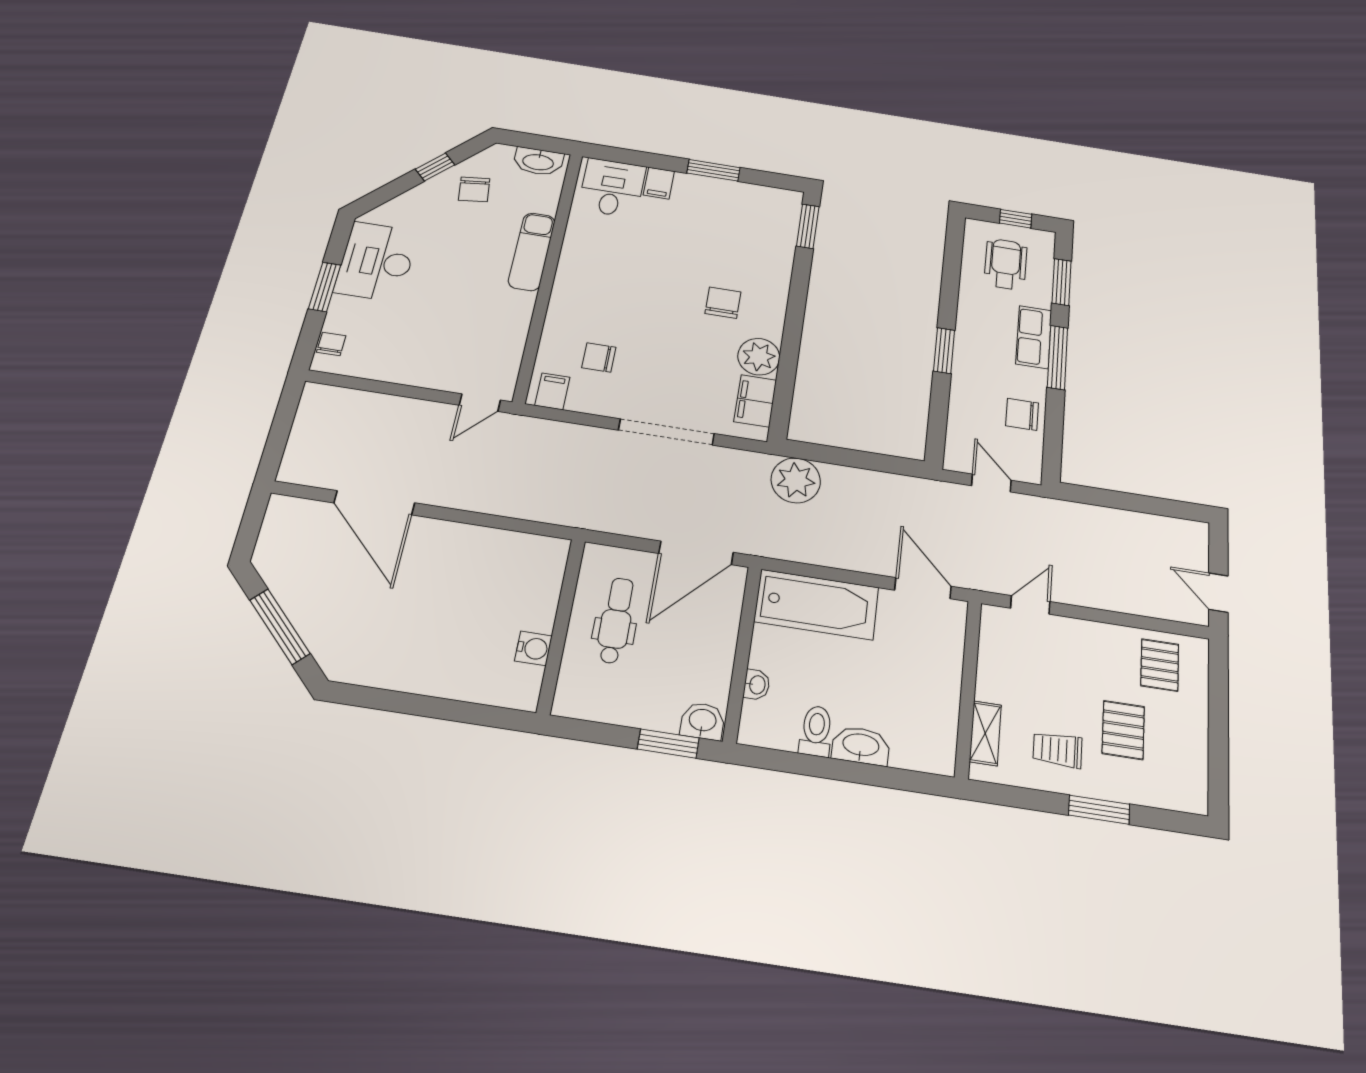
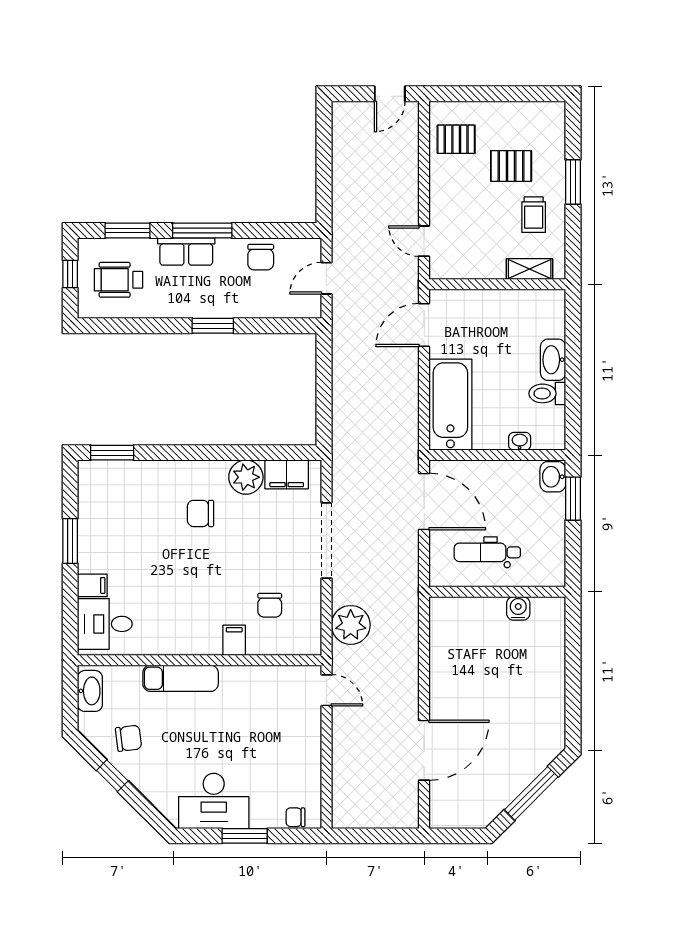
filing cabinet: (552, 391) -> (234, 640), moved, turned 90
plant: (796, 480) -> (351, 625), moved

